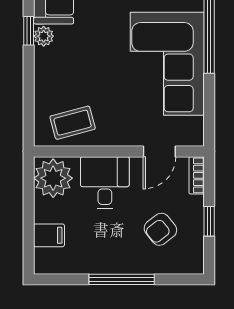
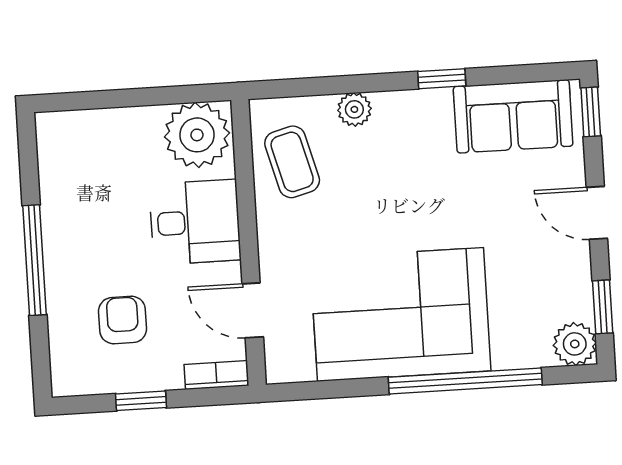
plant: (44, 36) -> (354, 109), moved
armchair: (160, 229) -> (123, 320), turned 38
filing cabinet: (49, 235) -> (101, 134), removed

